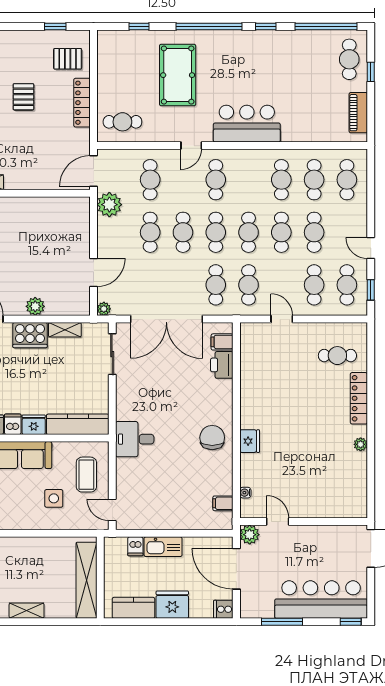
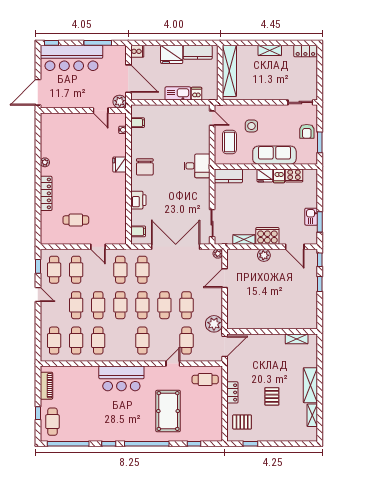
locker: (82, 103) -> (232, 392), width x0.66
door: (191, 146) -> (173, 364), moved
cafe table: (337, 356) -> (76, 220), moved
printer: (222, 365) -> (138, 200), moved
kitchen counter: (78, 424) -> (228, 176), width x0.67

